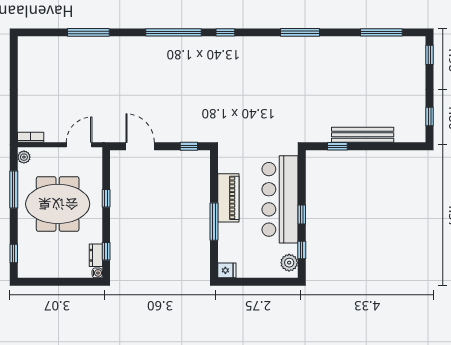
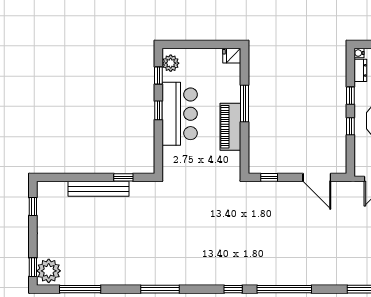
plant: (413, 51) -> (49, 271), added
bar counter: (280, 199) -> (180, 114), width x0.73
window: (106, 251) -> (350, 96), moved

